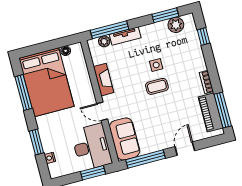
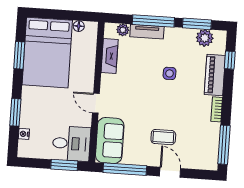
window: (110, 30) -> (153, 21), moved
fireplace: (104, 80) -> (110, 56), moved
coffee table: (157, 86) -> (163, 137), moved
window: (24, 93) -> (19, 55), width x0.69
piano: (211, 112) -> (215, 75), moved
desk: (91, 147) -> (71, 144), width x0.73
door: (185, 149) -> (170, 172), hinge flipped

